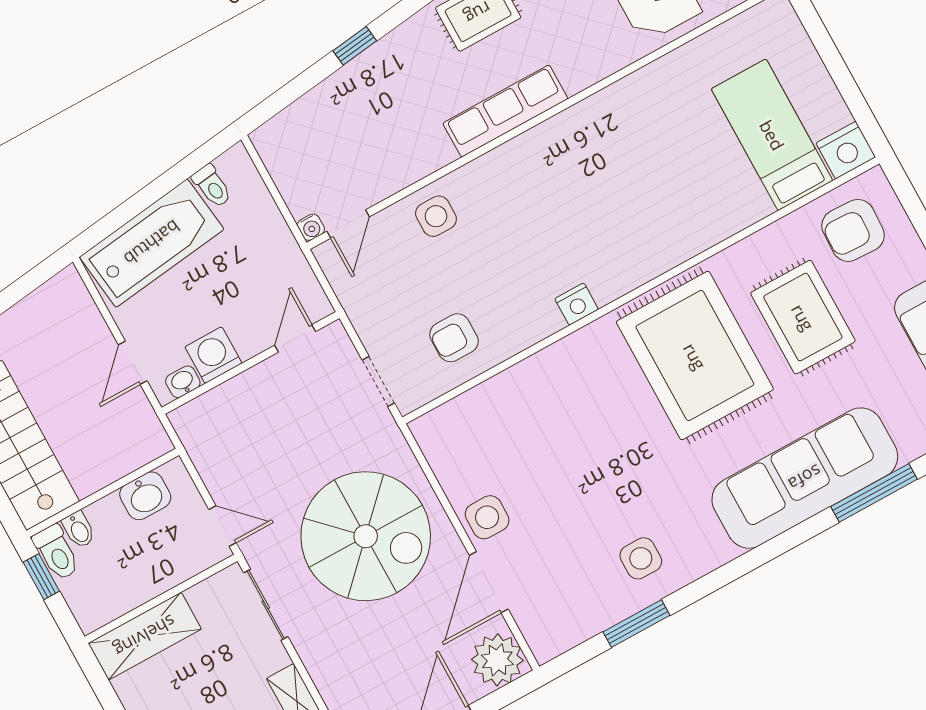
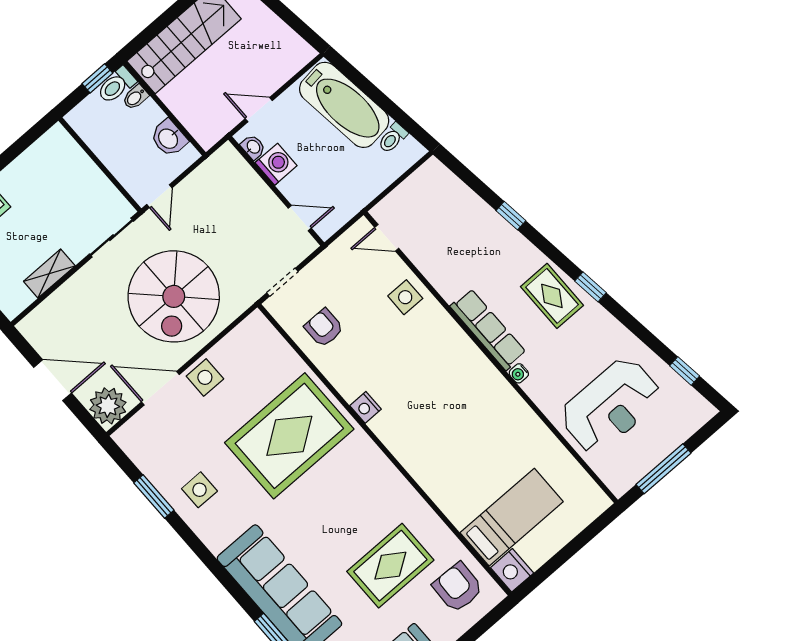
water cooler: (311, 227) -> (519, 373), moved
rug: (695, 356) -> (289, 436), moved
shelving: (145, 636) -> (72, 159), removed

